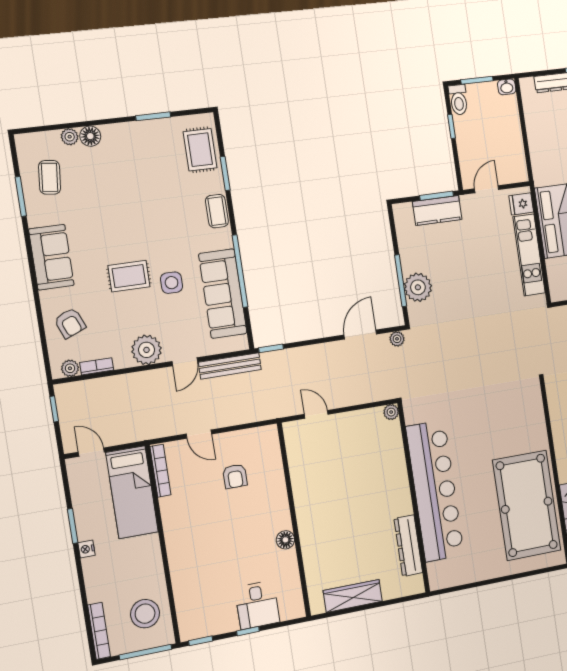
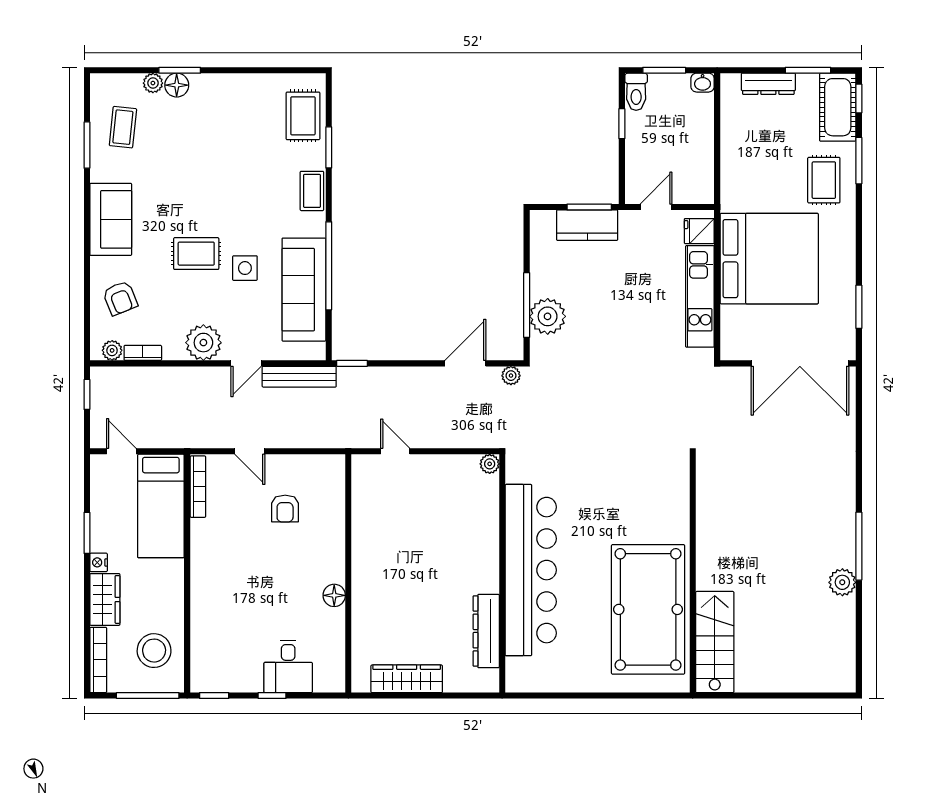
window: (153, 116) -> (180, 70), moved
wardrobe: (97, 579) -> (105, 599), added

